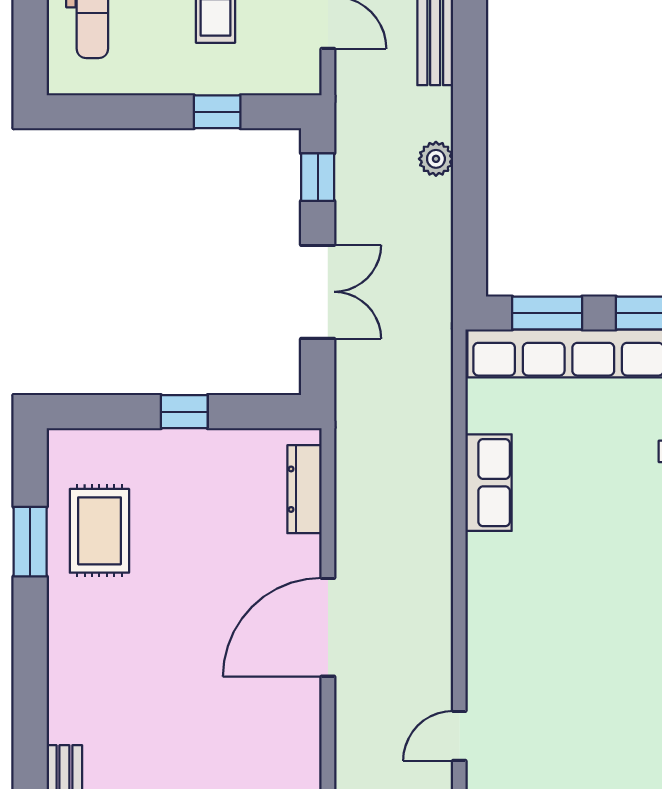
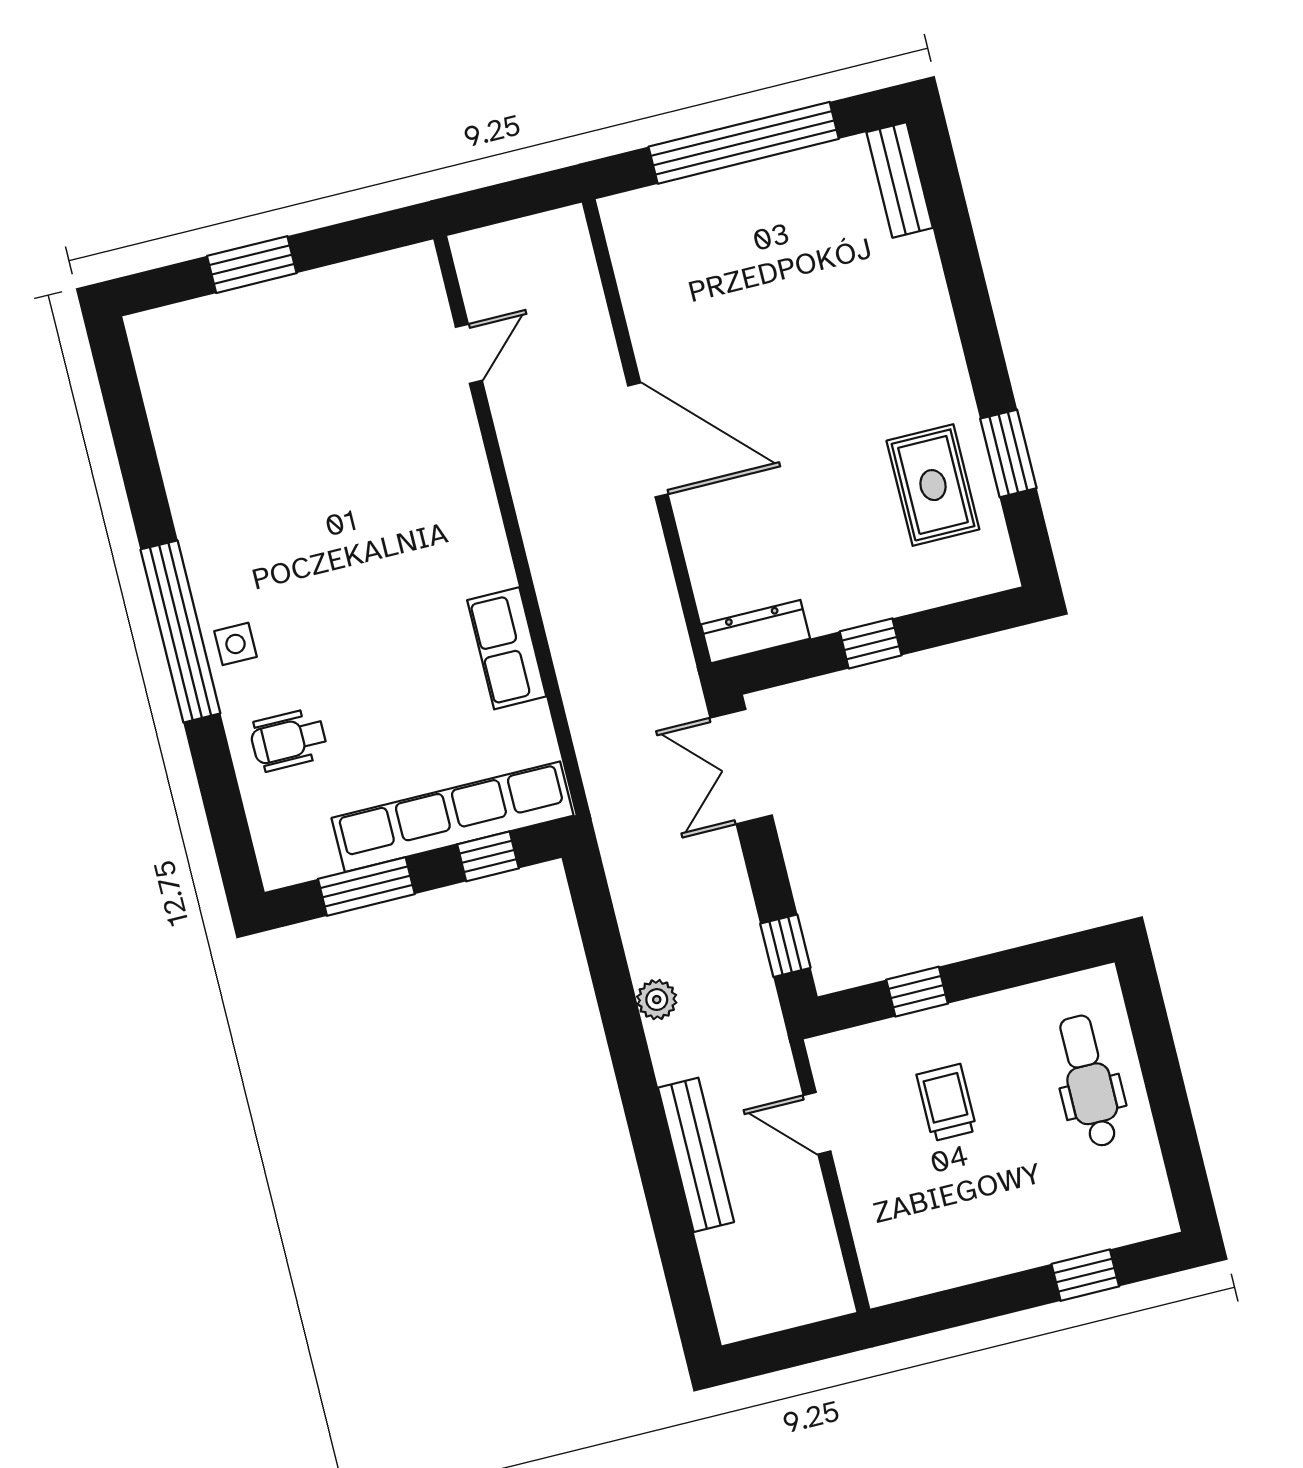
double door: (318, 292) -> (741, 767), moved
window: (547, 313) -> (488, 856), width x0.67
dresser: (304, 489) -> (755, 632), moved, turned -90
door: (328, 627) -> (648, 440), hinge flipped

